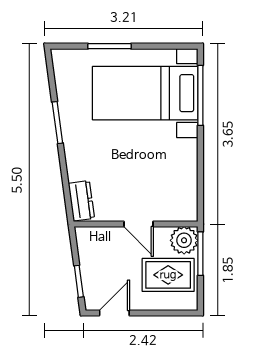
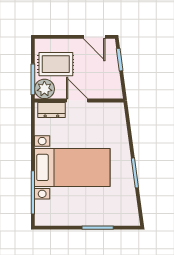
bed with nightstands: (145, 93) -> (72, 167), moved
dresser: (81, 201) -> (51, 110), moved, turned -82
door: (114, 313) -> (94, 37), hinge flipped

